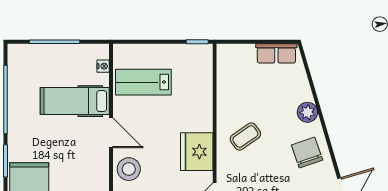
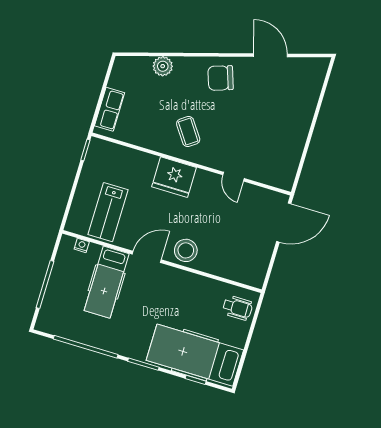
row of seats: (276, 53) -> (110, 109), moved
plant: (307, 112) -> (163, 66), moved
fridge: (197, 152) -> (174, 177), moved

